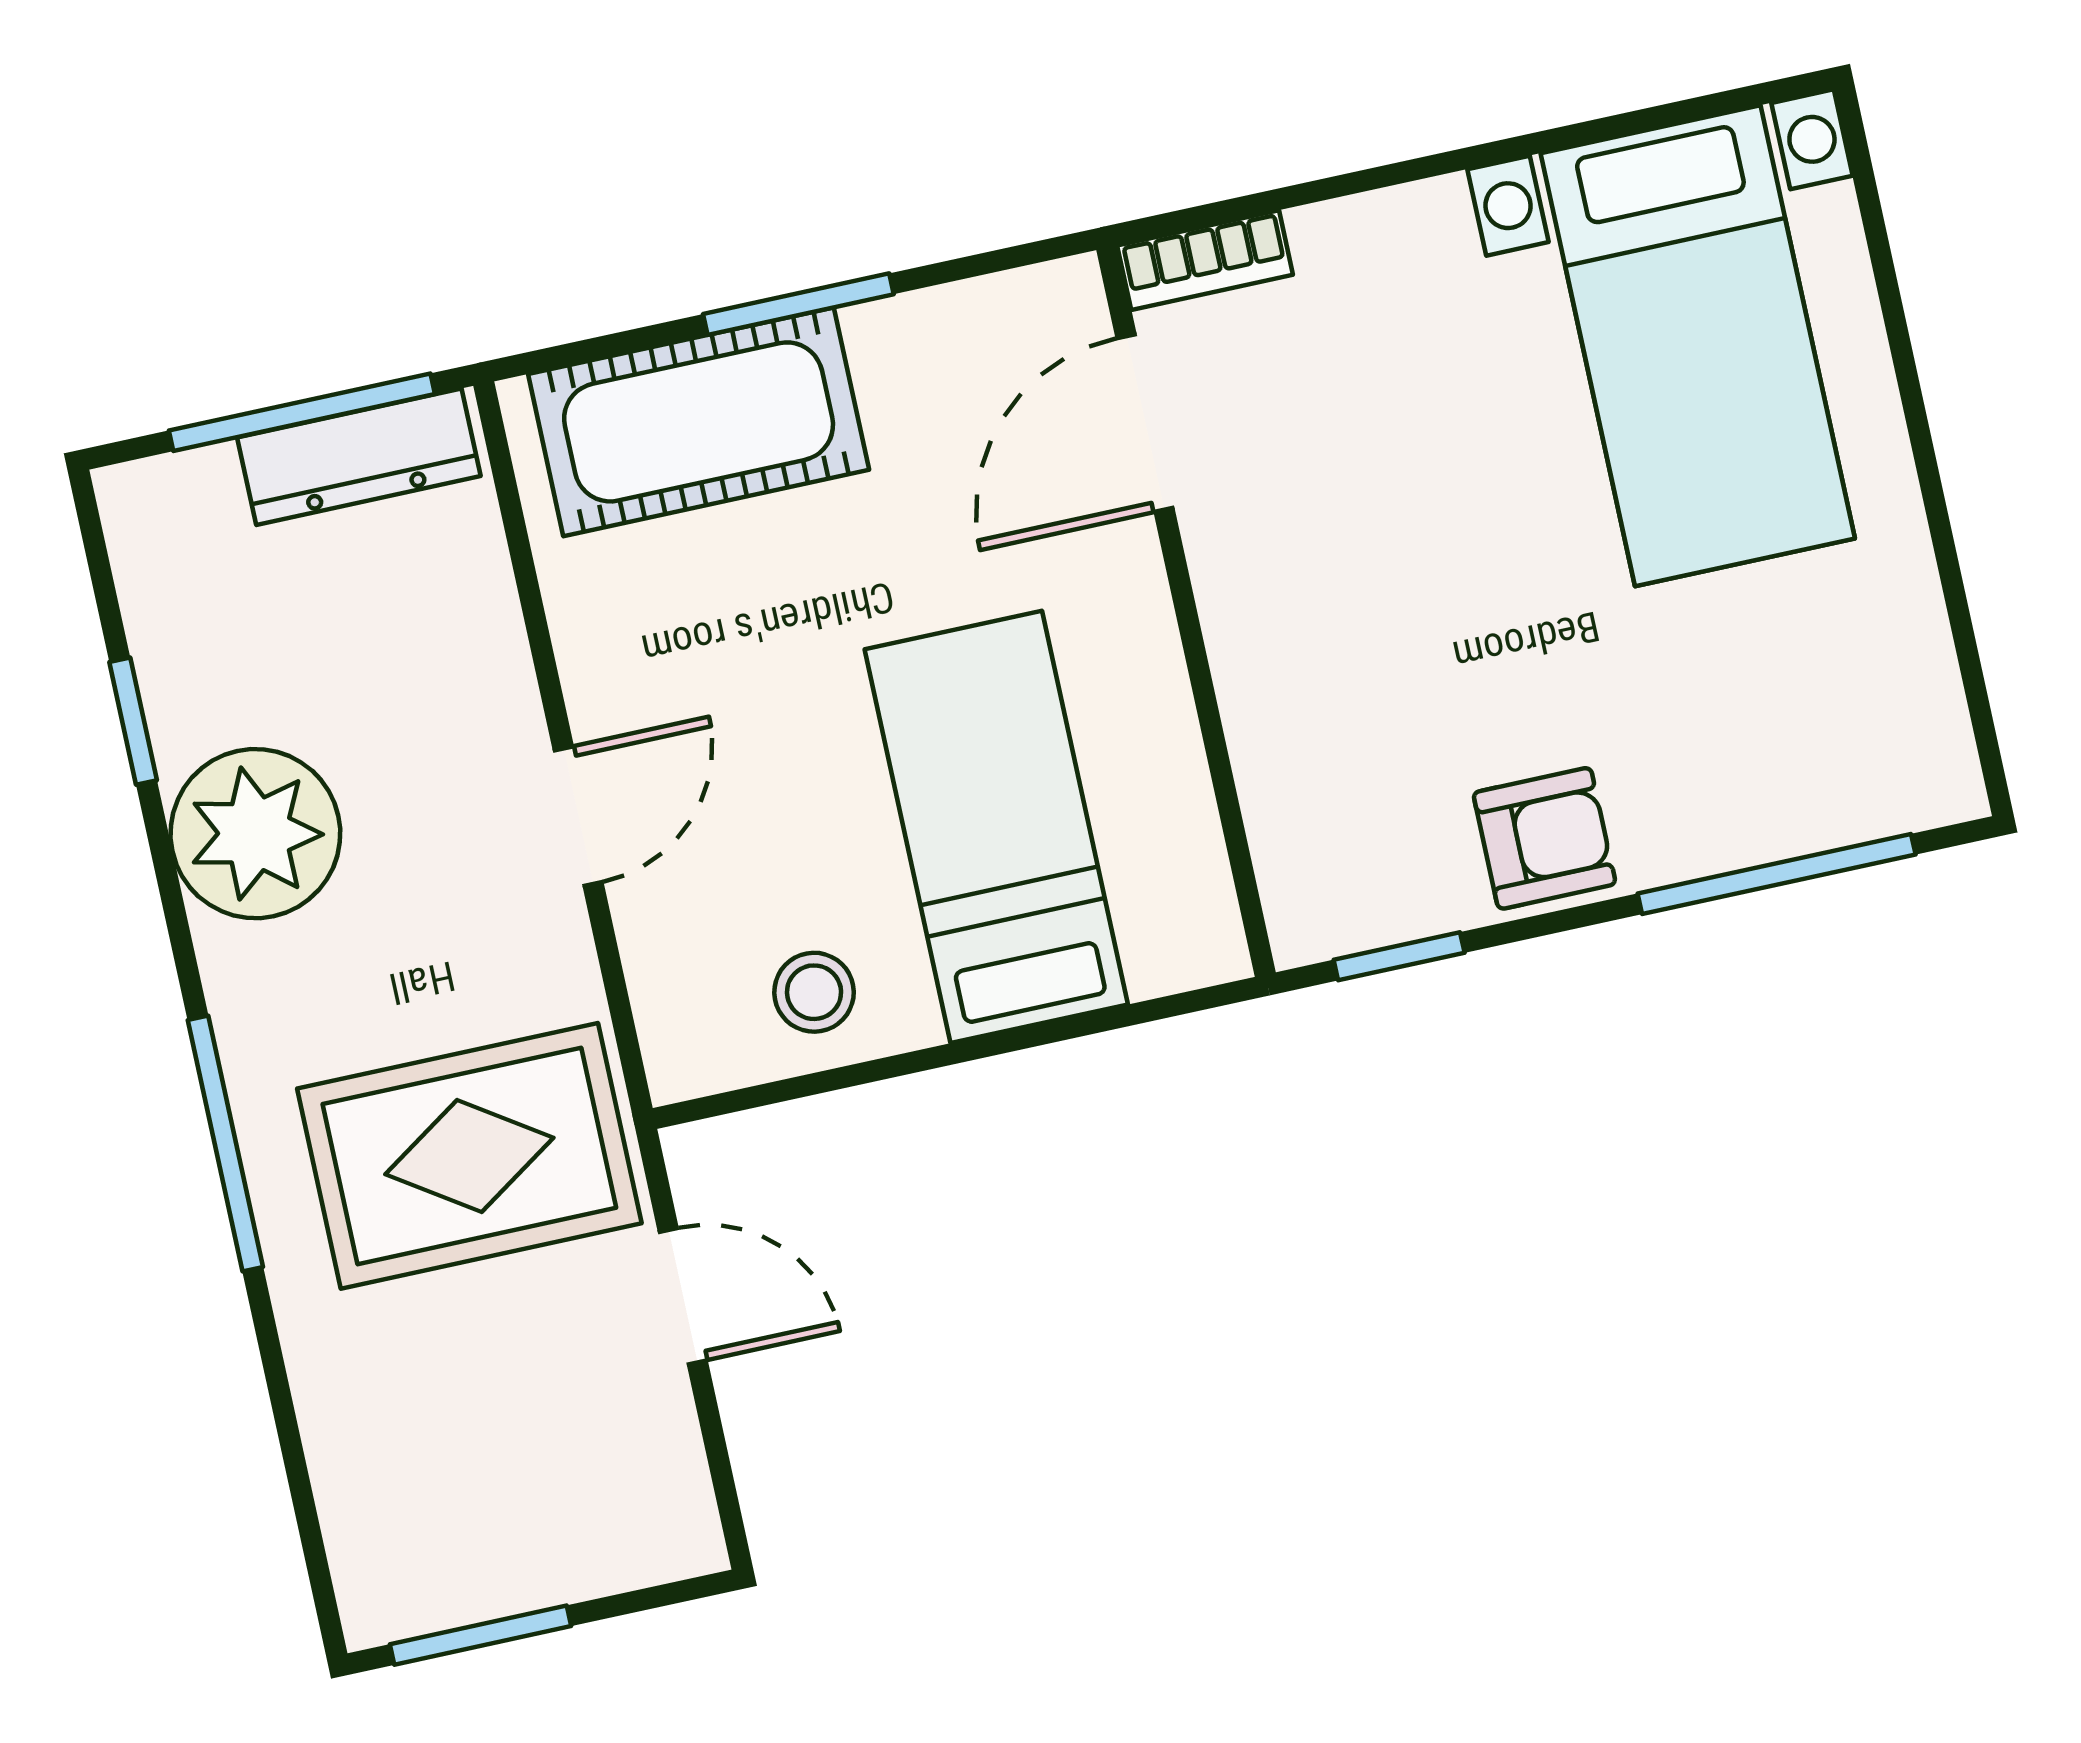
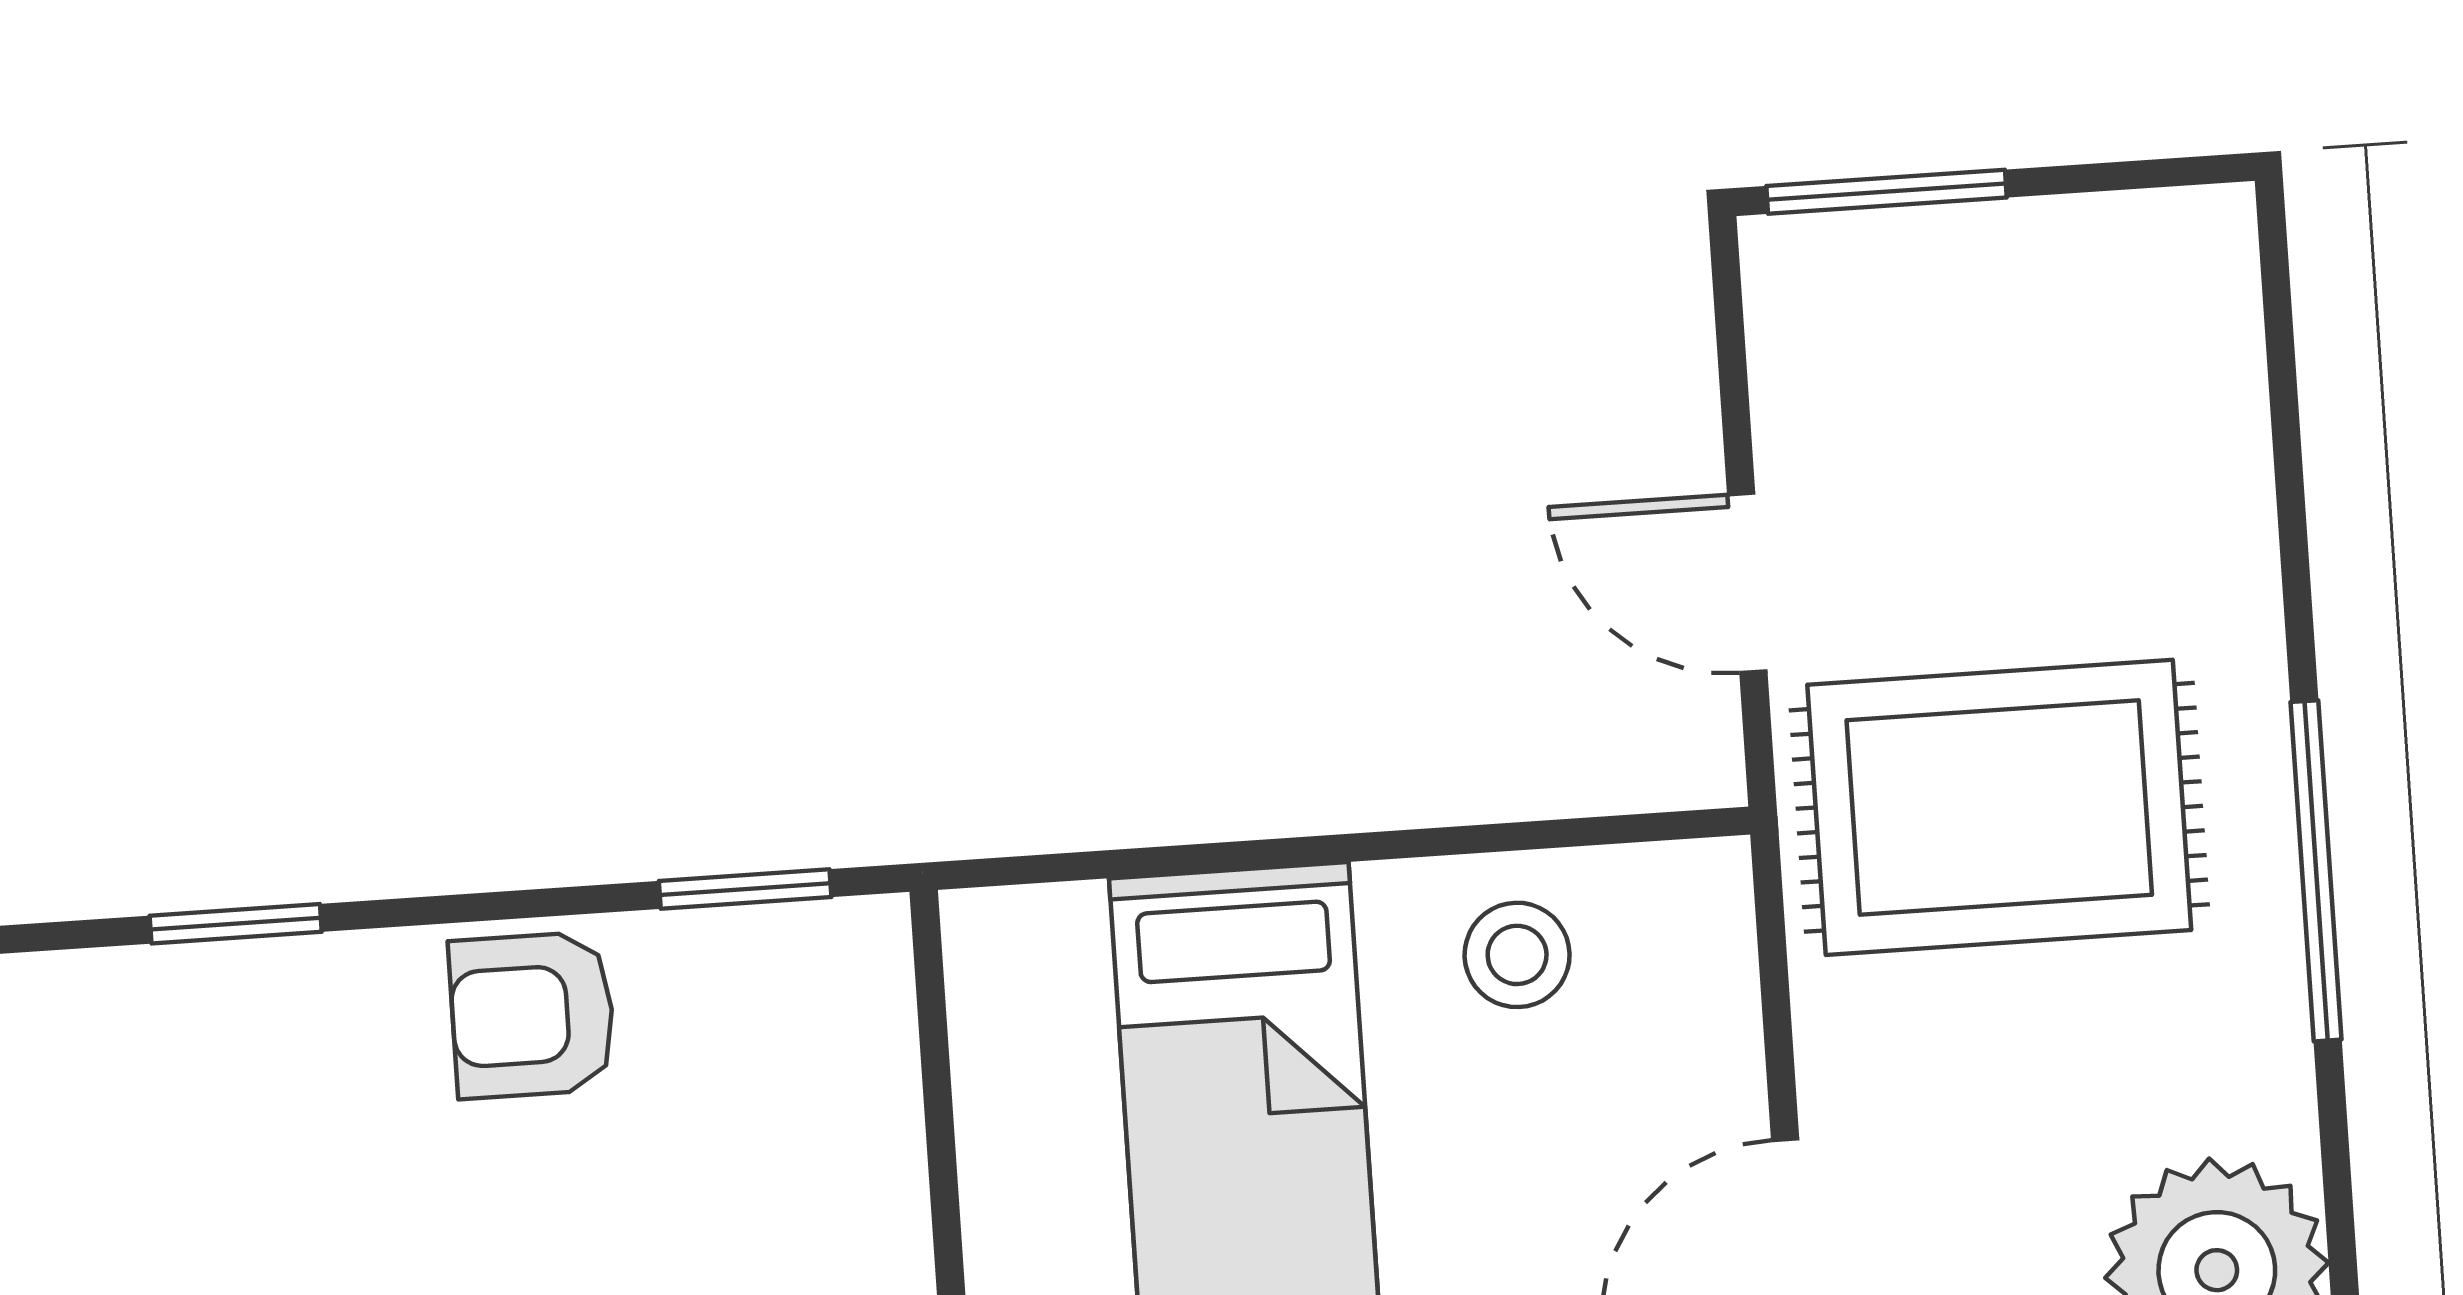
window: (1777, 874) -> (236, 924), width x0.46
window: (481, 1635) -> (1886, 192), moved

